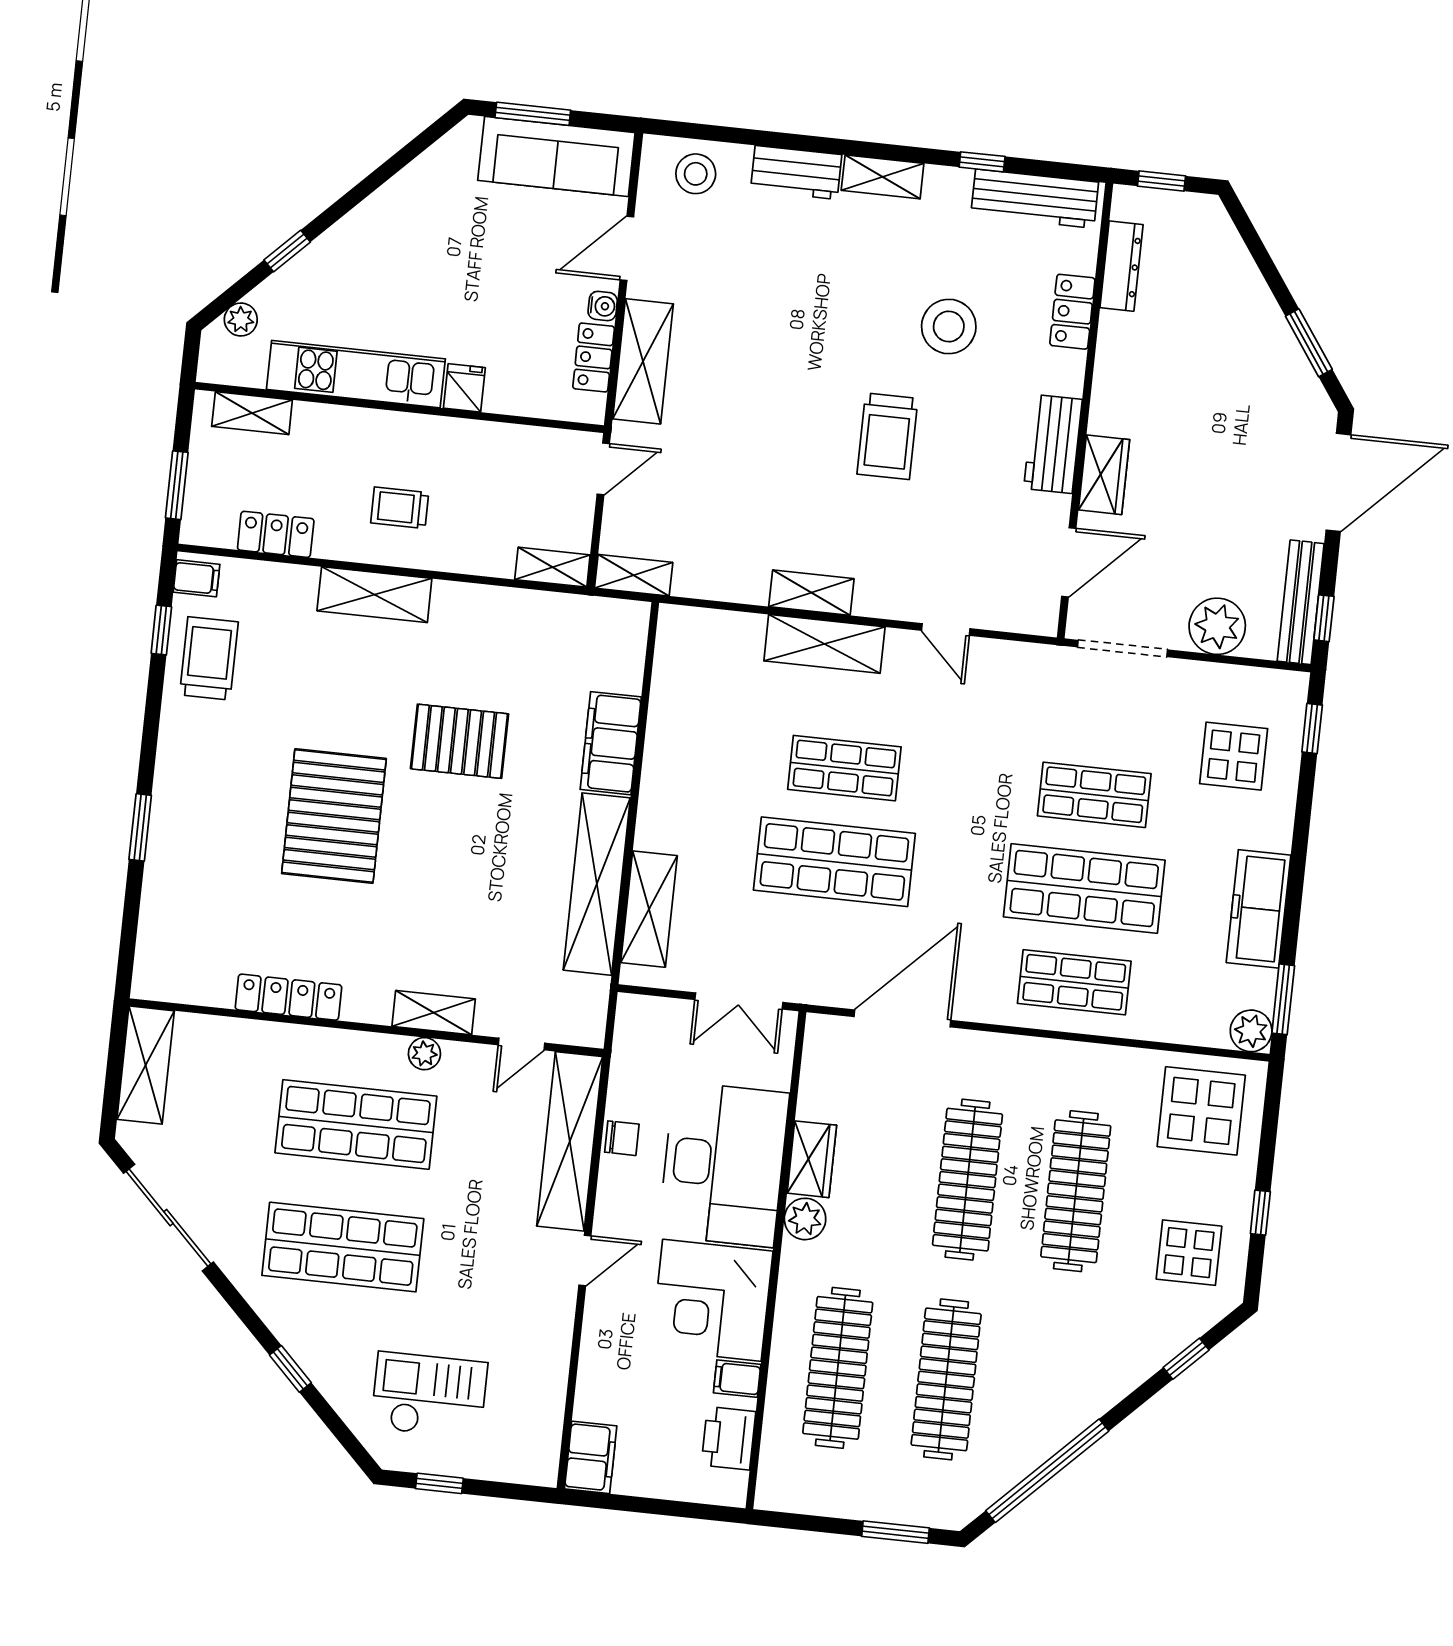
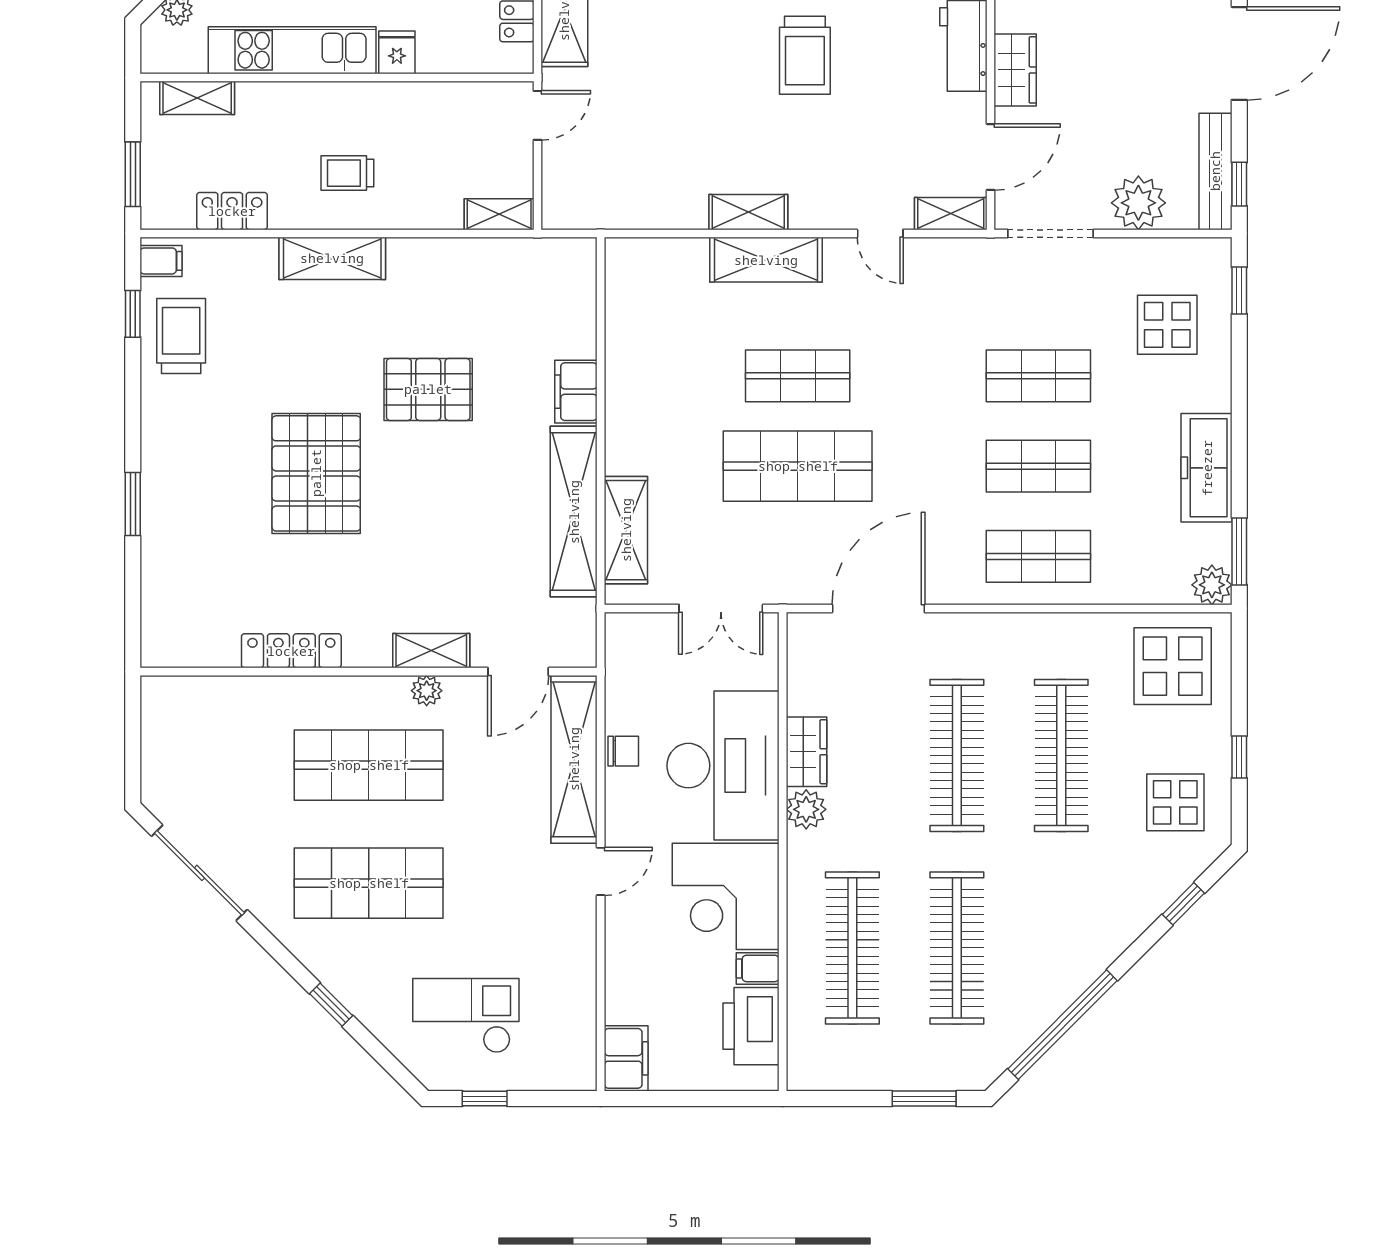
shelving: (634, 575) -> (951, 214), moved
filing cabinet: (611, 743) -> (576, 392), width x0.67, depth x0.86
shop shelf: (1084, 889) -> (1038, 466), width x0.70, depth x0.74
door: (521, 1044) -> (518, 672), width x1.38
shelving: (146, 1065) -> (162, 730), removed
printer: (728, 1438) -> (751, 1026), width x1.37, depth x1.19

